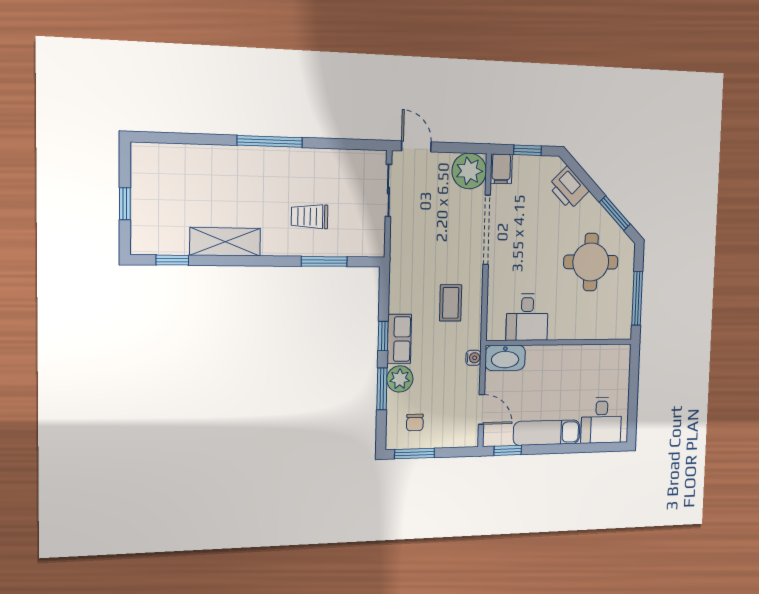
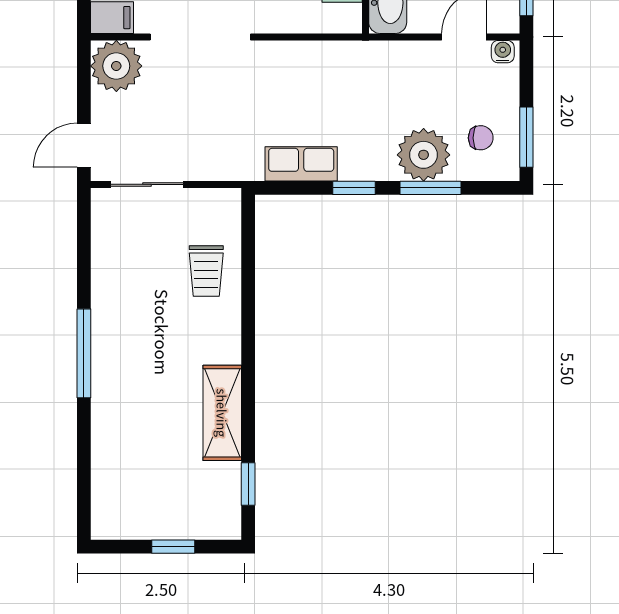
trolley: (310, 217) -> (206, 271), moved
window: (324, 261) -> (248, 275), removed
coffee table: (451, 303) -> (307, 89), removed
row of seats: (399, 339) -> (301, 164), moved
water cooler: (473, 358) -> (503, 52), moved
plant: (400, 379) -> (424, 155), width x1.36, depth x1.36

